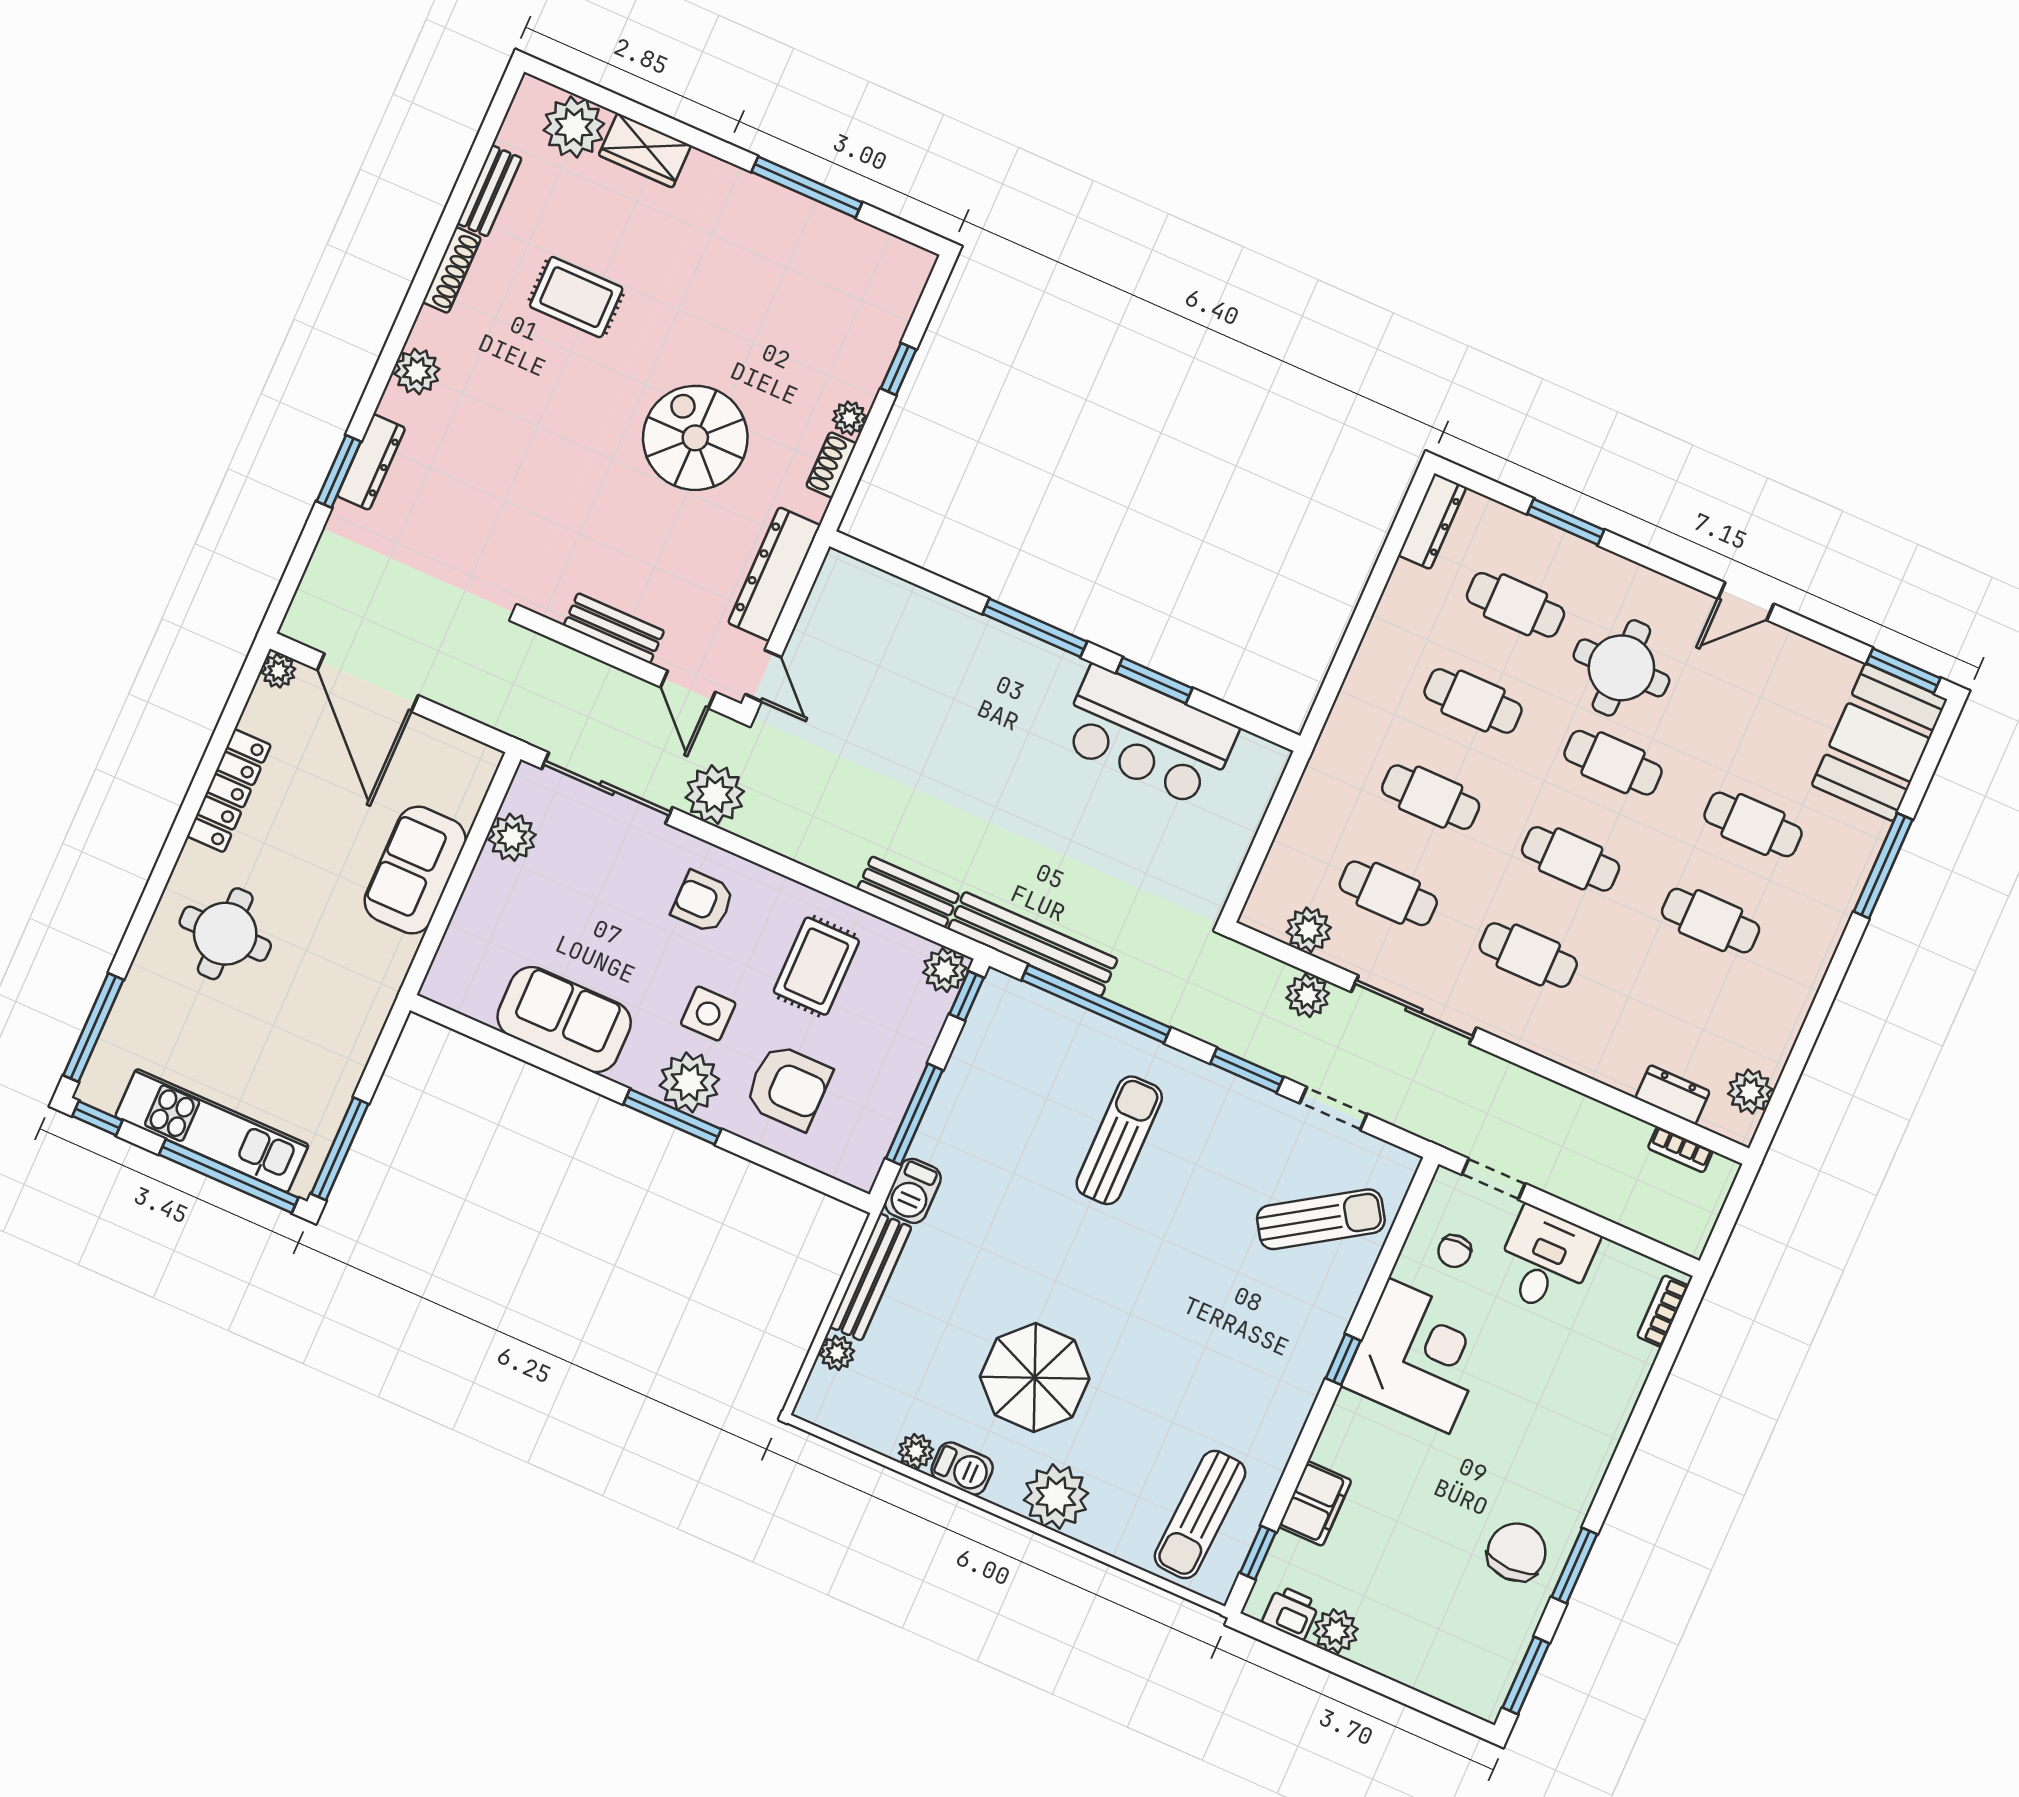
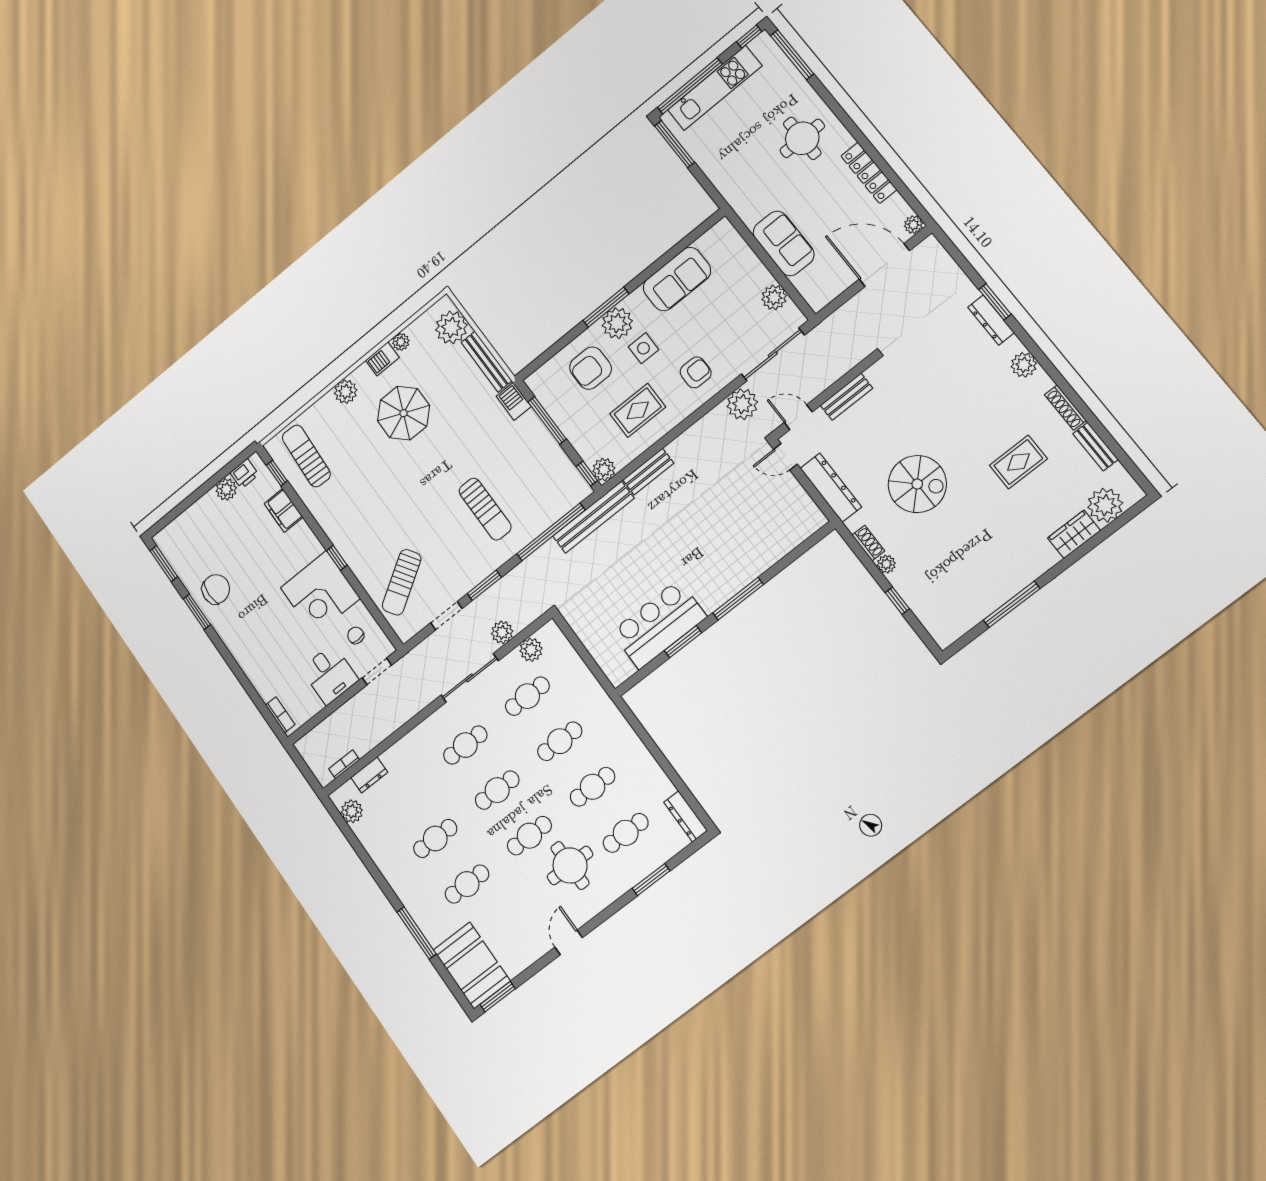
rug: (816, 966) -> (638, 410), turned 90
plant: (837, 1353) -> (451, 327), width x1.88, depth x1.88
plant: (1056, 1497) -> (346, 392), width x0.73, depth x0.73
chair: (1517, 1552) -> (216, 589), turned -90

